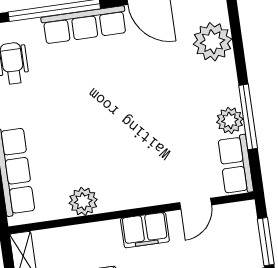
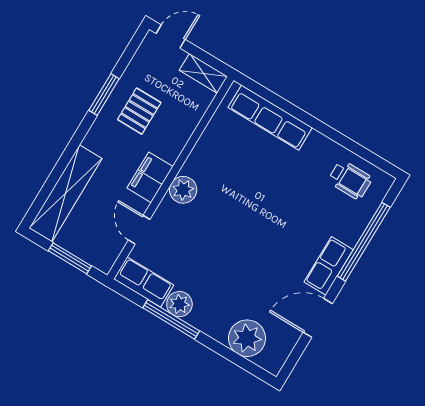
row of seats: (84, 25) -> (329, 266), width x0.68
plant: (83, 201) -> (183, 190), moved

